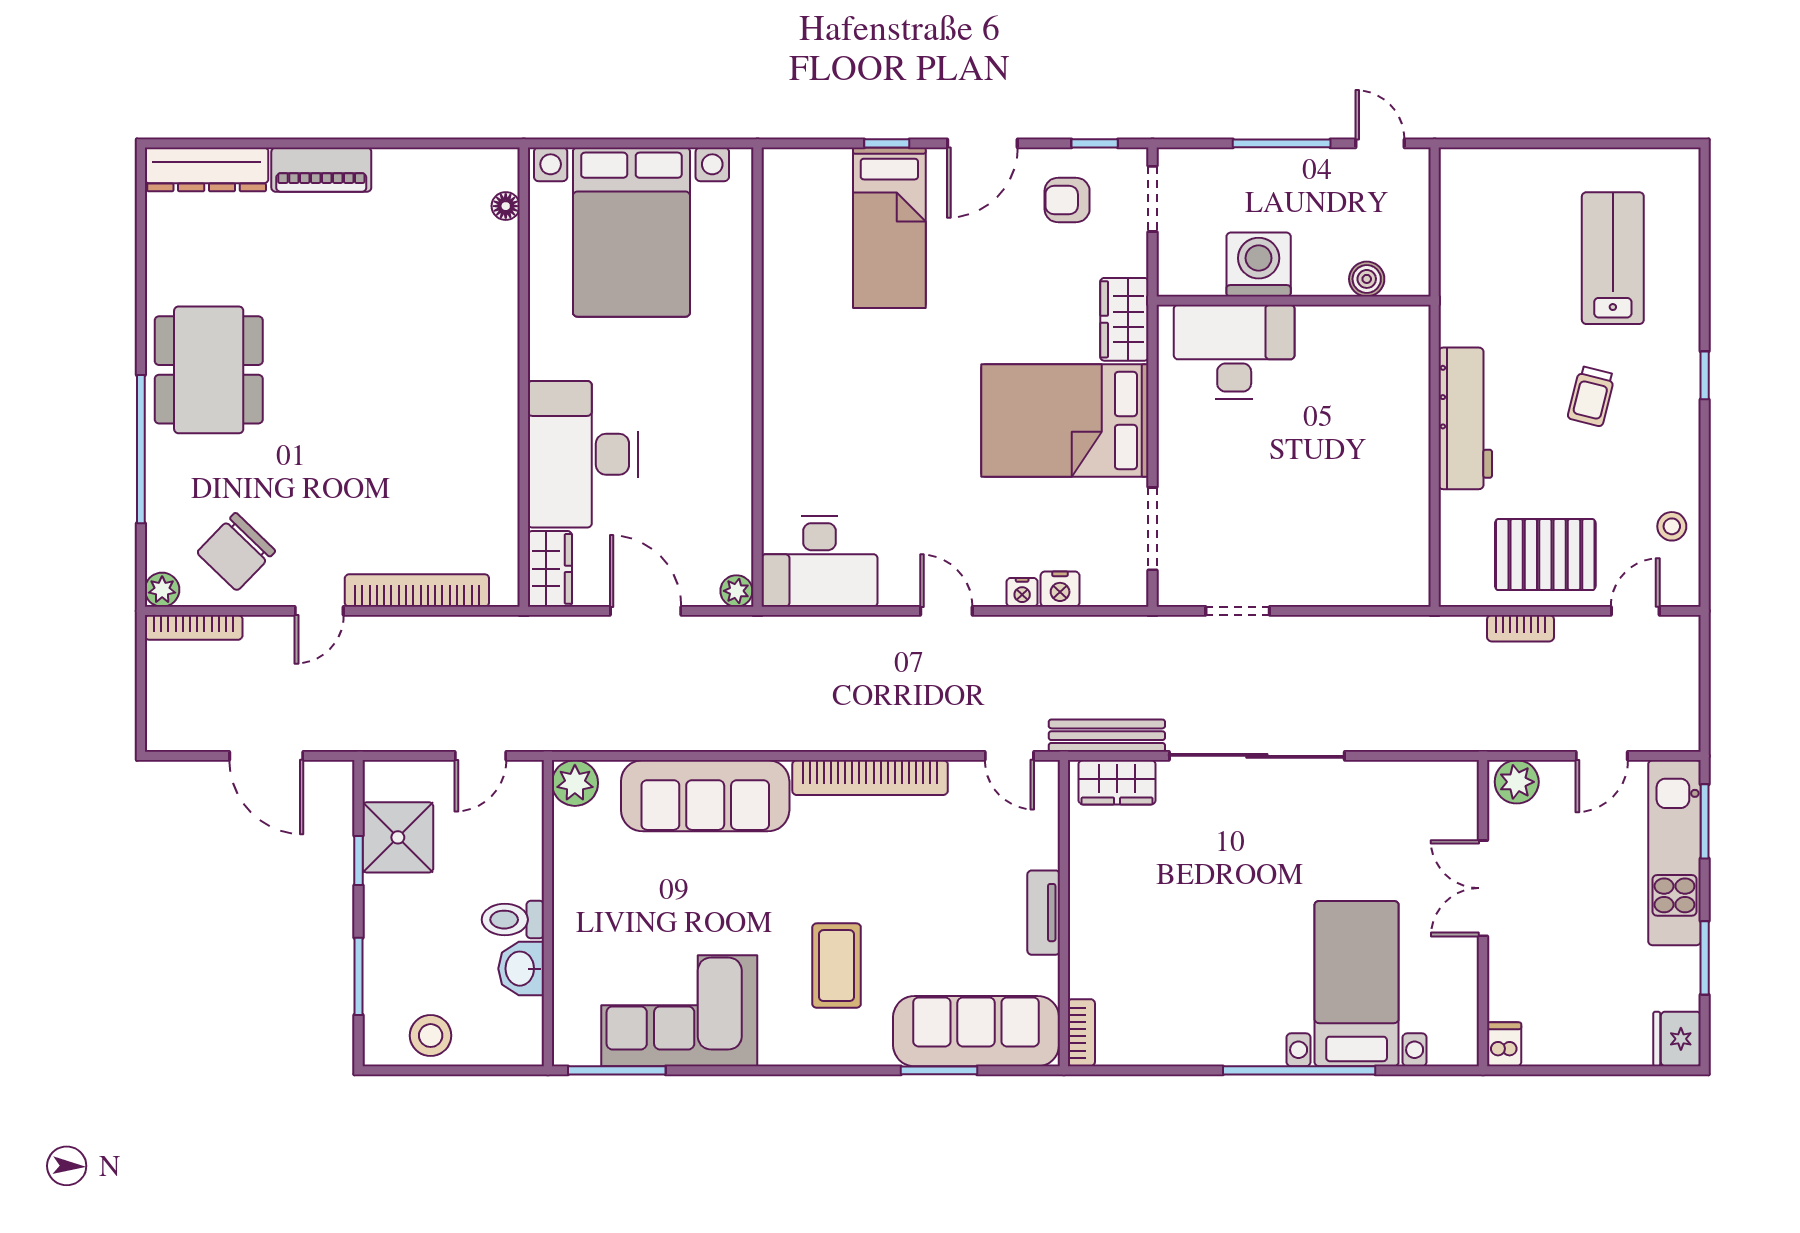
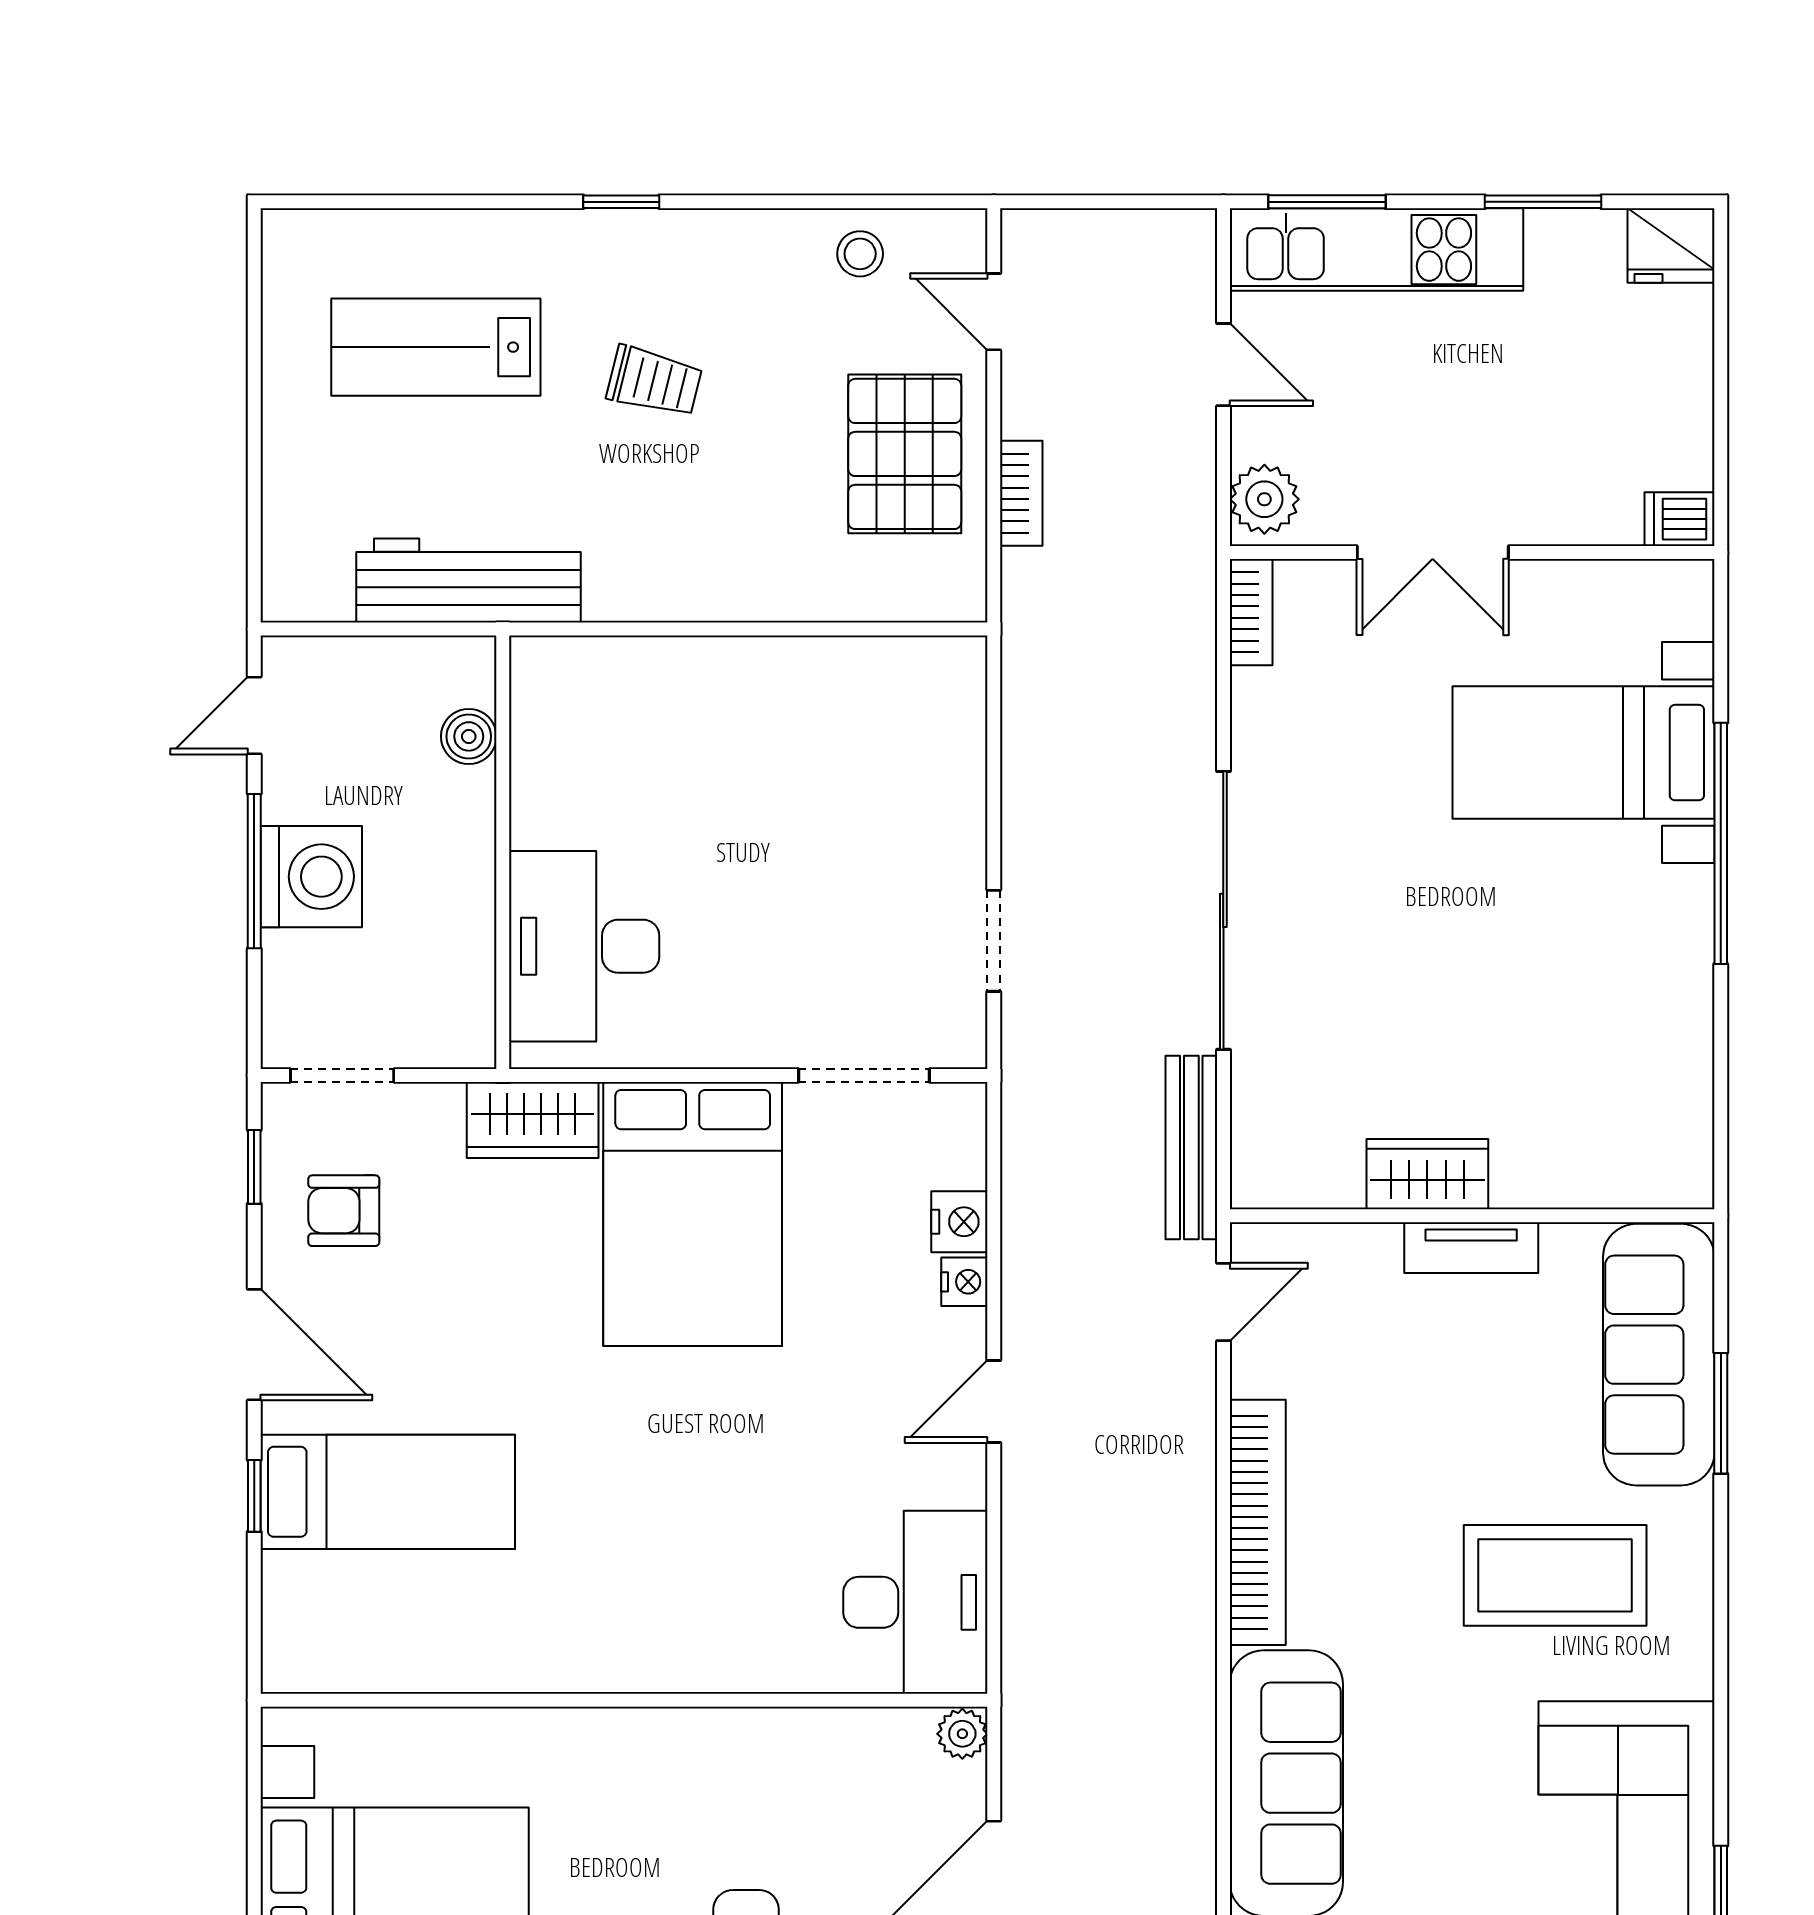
armchair: (1067, 200) -> (344, 1211), turned 90
washing machine: (1259, 264) -> (311, 877), moved, turned 180
workbench: (1465, 418) -> (468, 581), moved
wardrobe: (1117, 782) -> (1427, 1174), moved, turned -90
coffee table: (837, 966) -> (1555, 1575), width x1.36, depth x1.32
bookcase: (1081, 1033) -> (1251, 612), moved, turned 90

